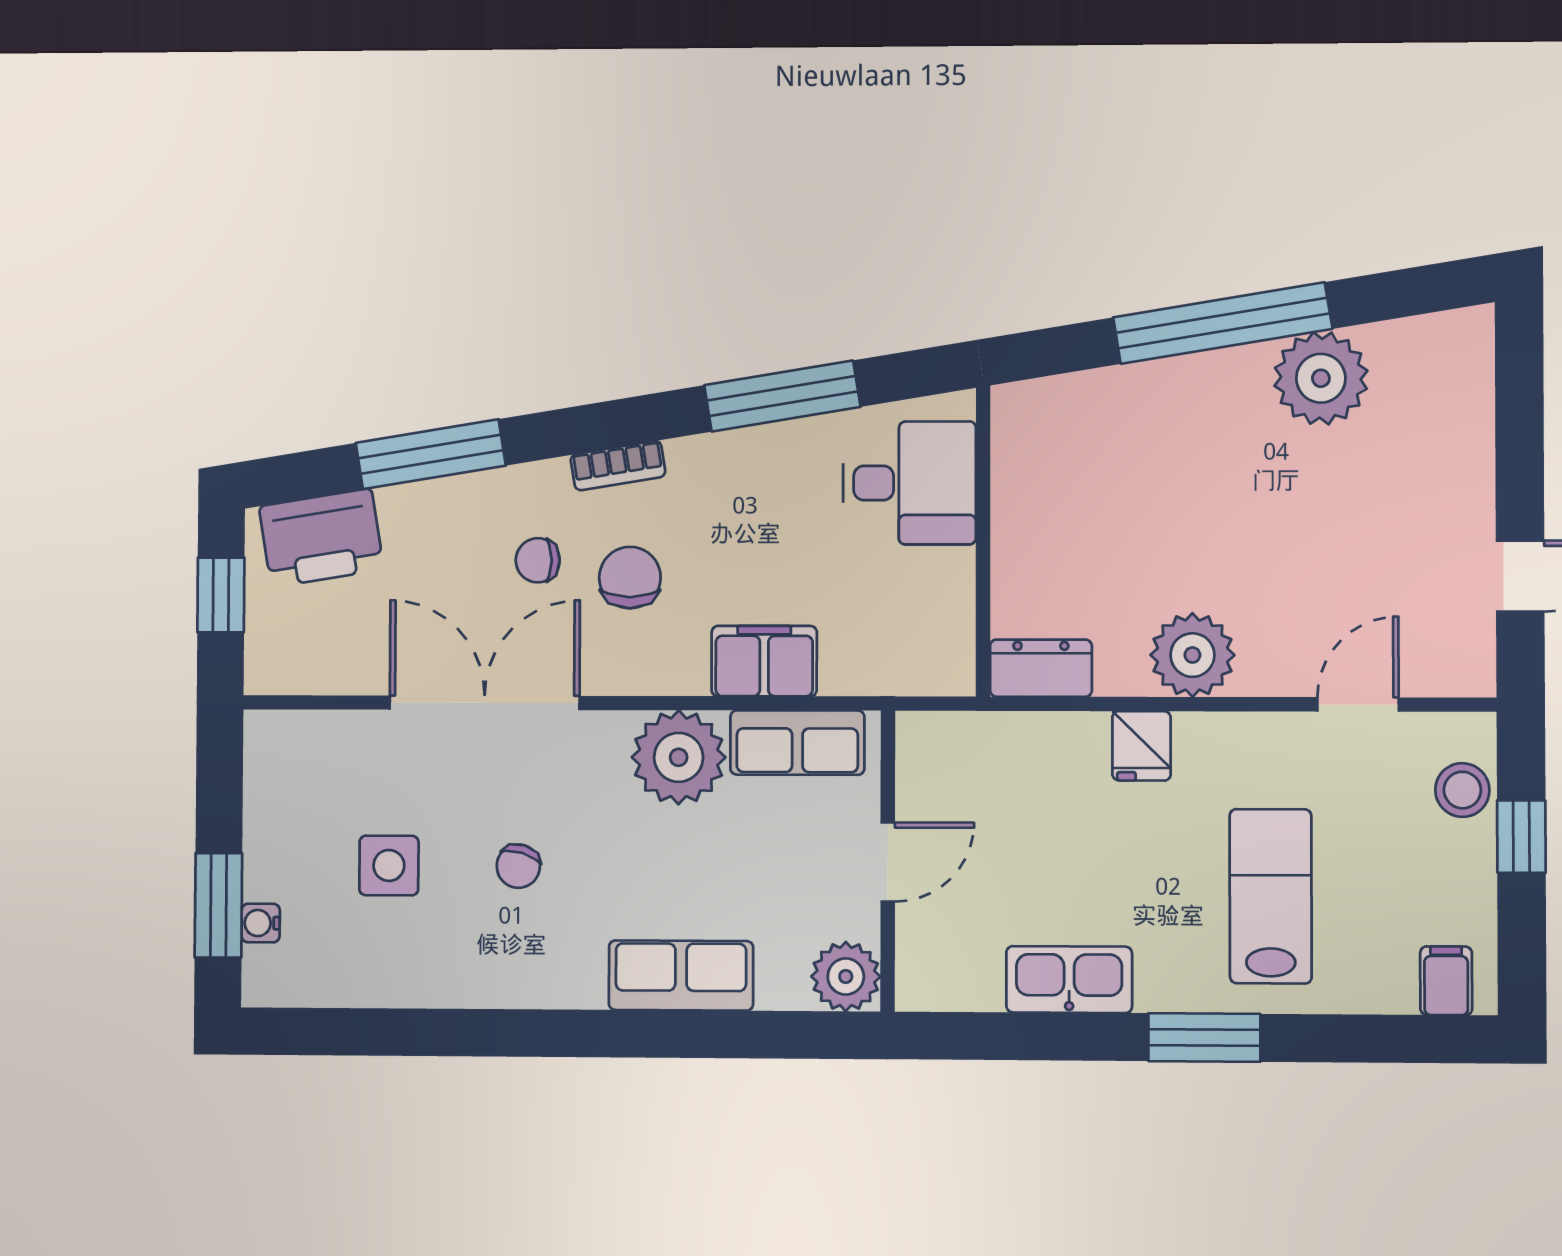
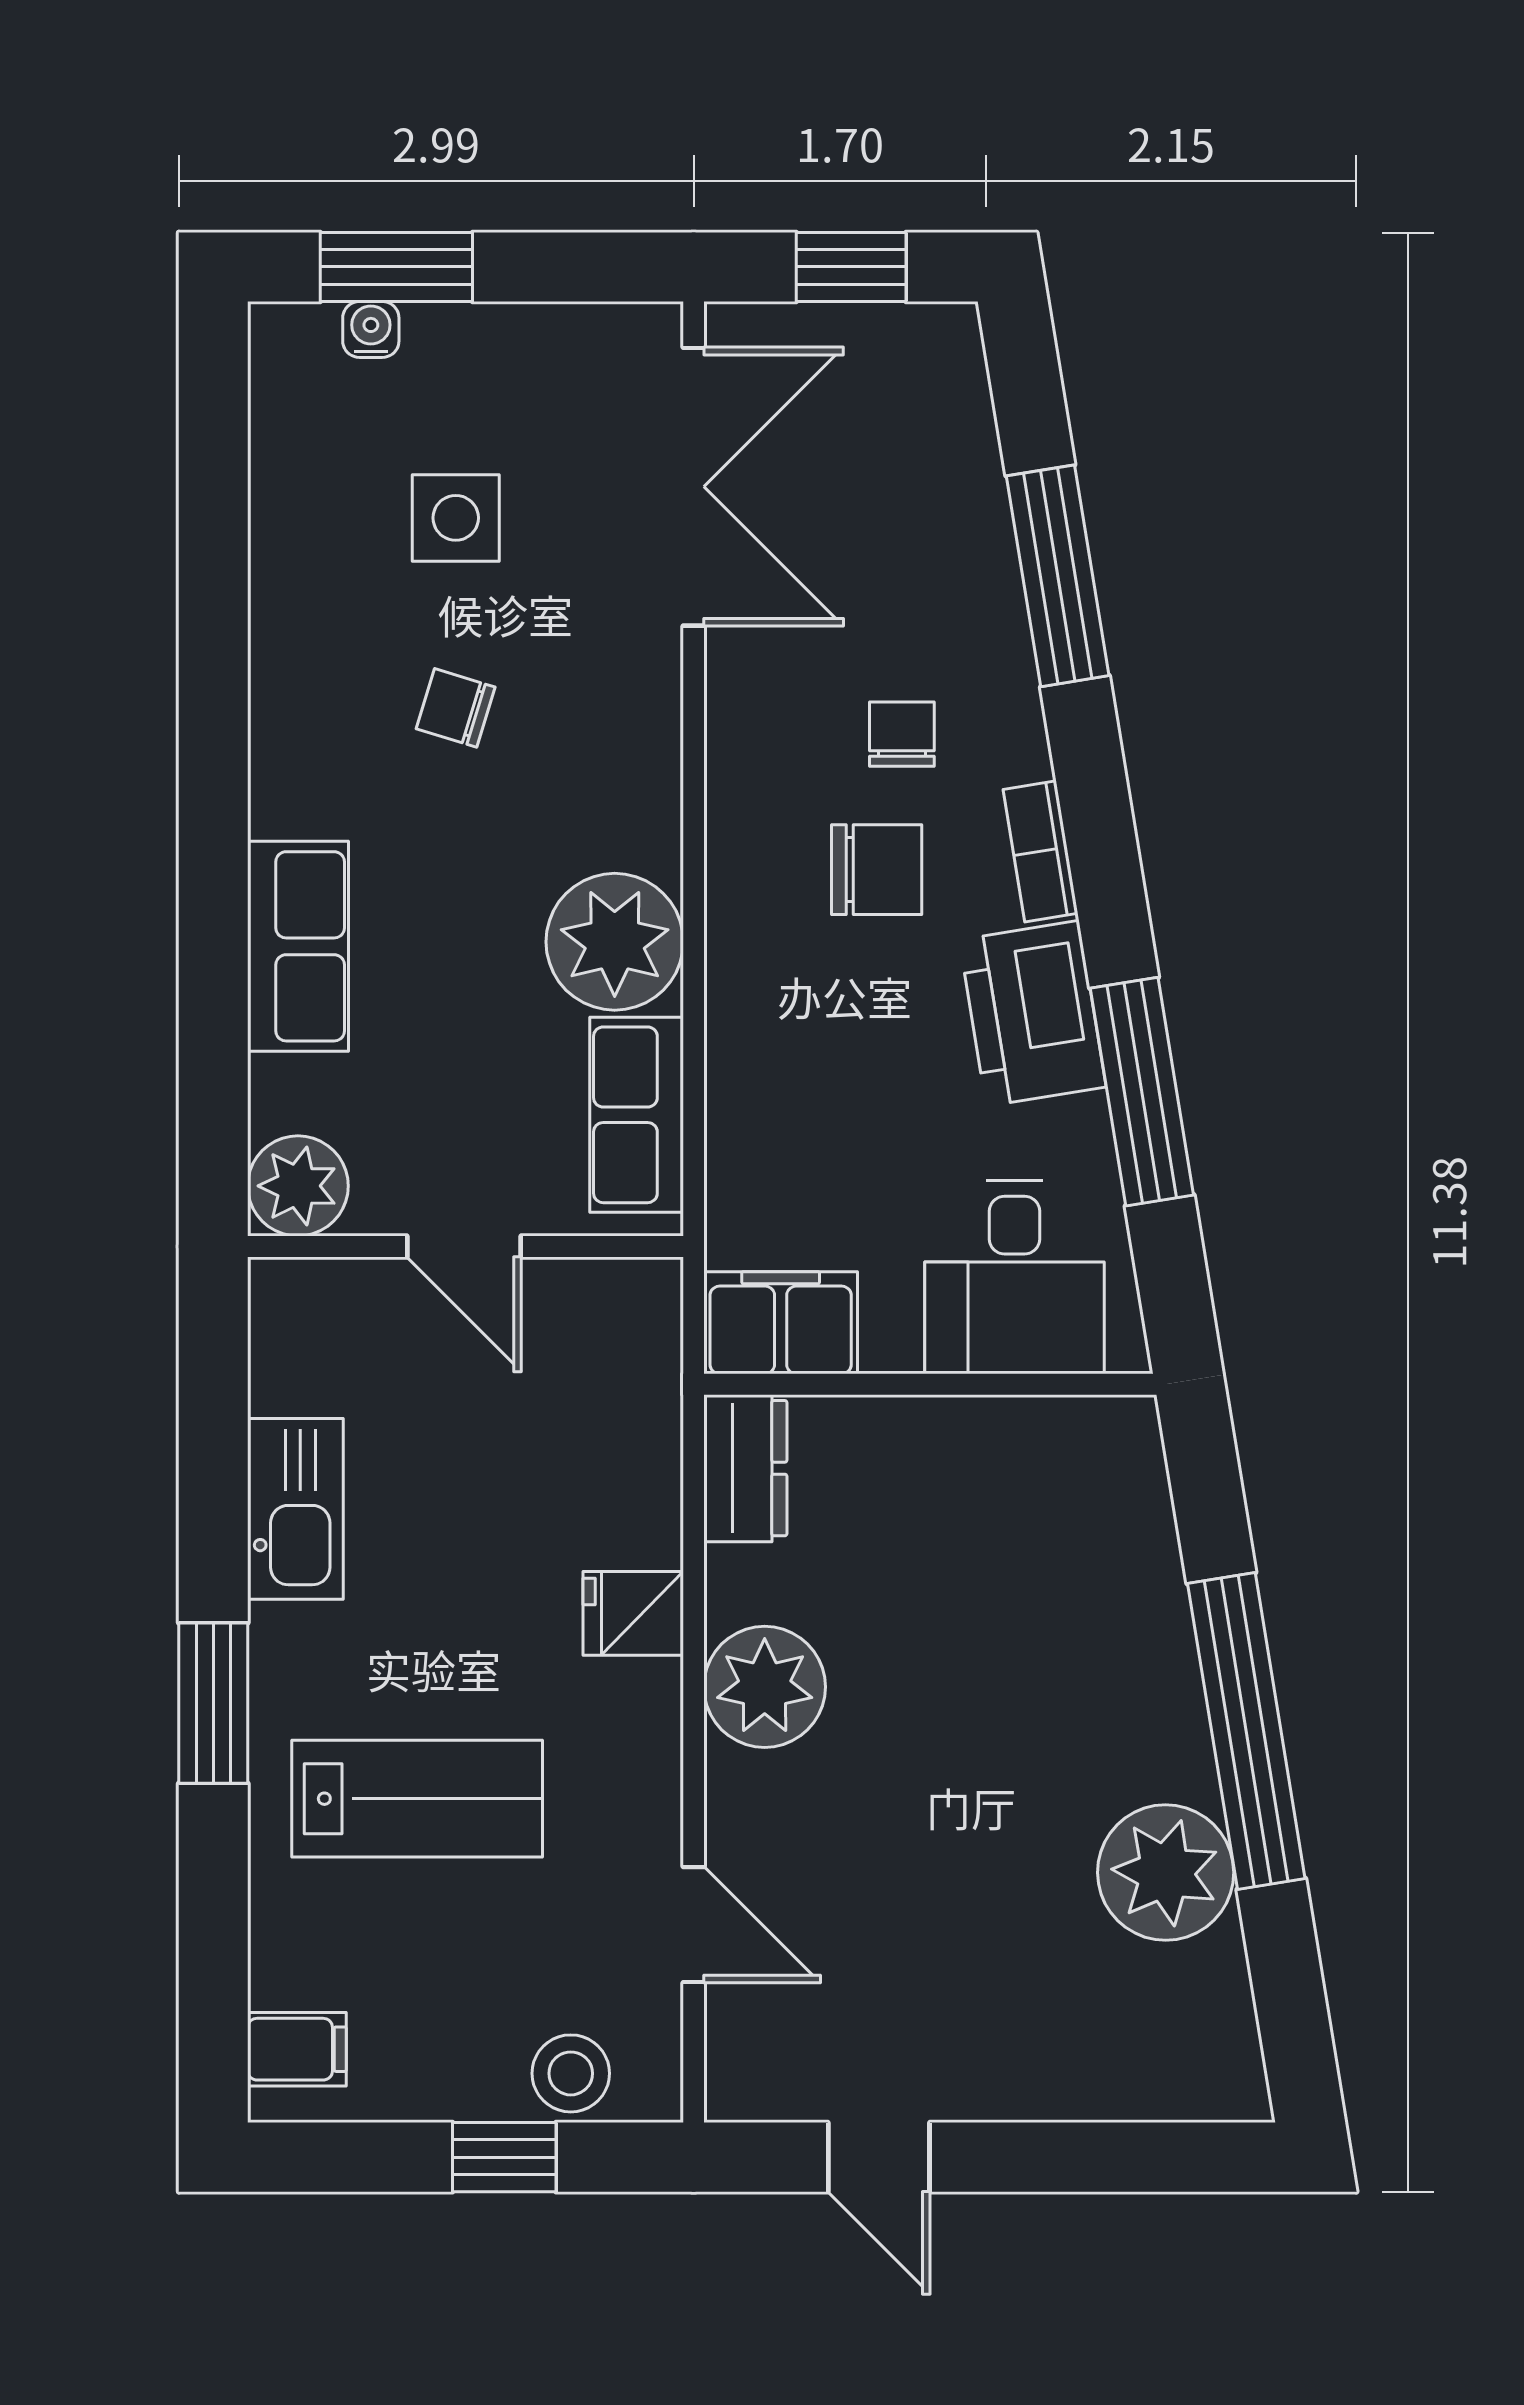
printer: (321, 538) -> (1033, 1013), moved
filing cabinet: (764, 661) -> (781, 1323), moved, turned -90
double door: (484, 703) -> (694, 487), moved

